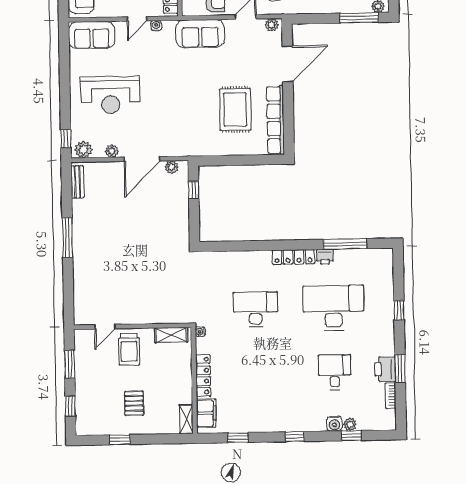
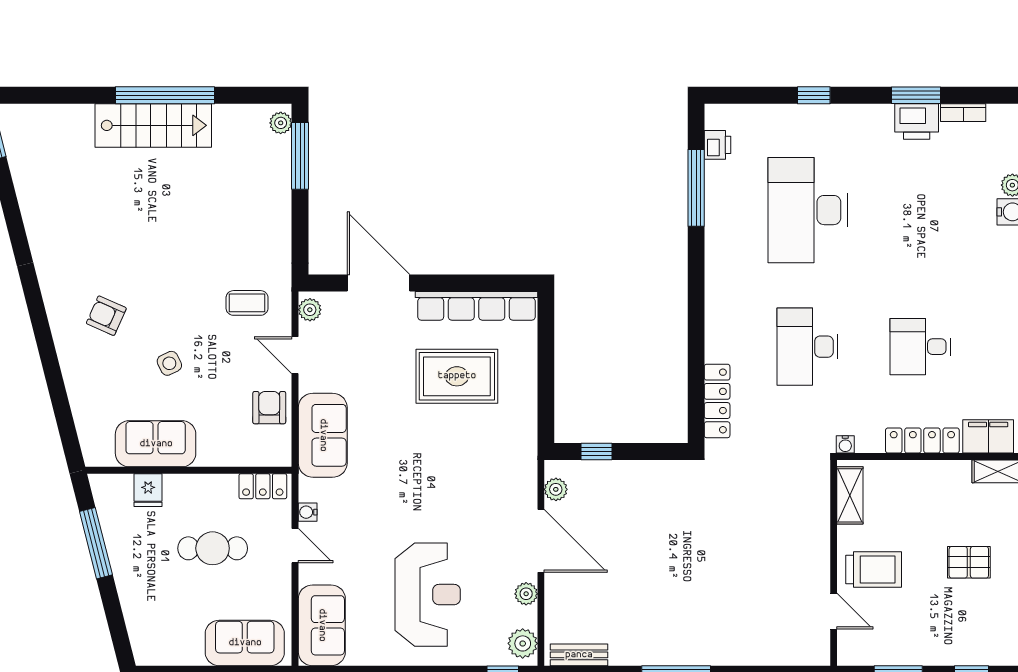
locker: (293, 257) -> (717, 401), moved
printer: (325, 257) -> (718, 145), moved
desk: (335, 372) -> (920, 347), moved

